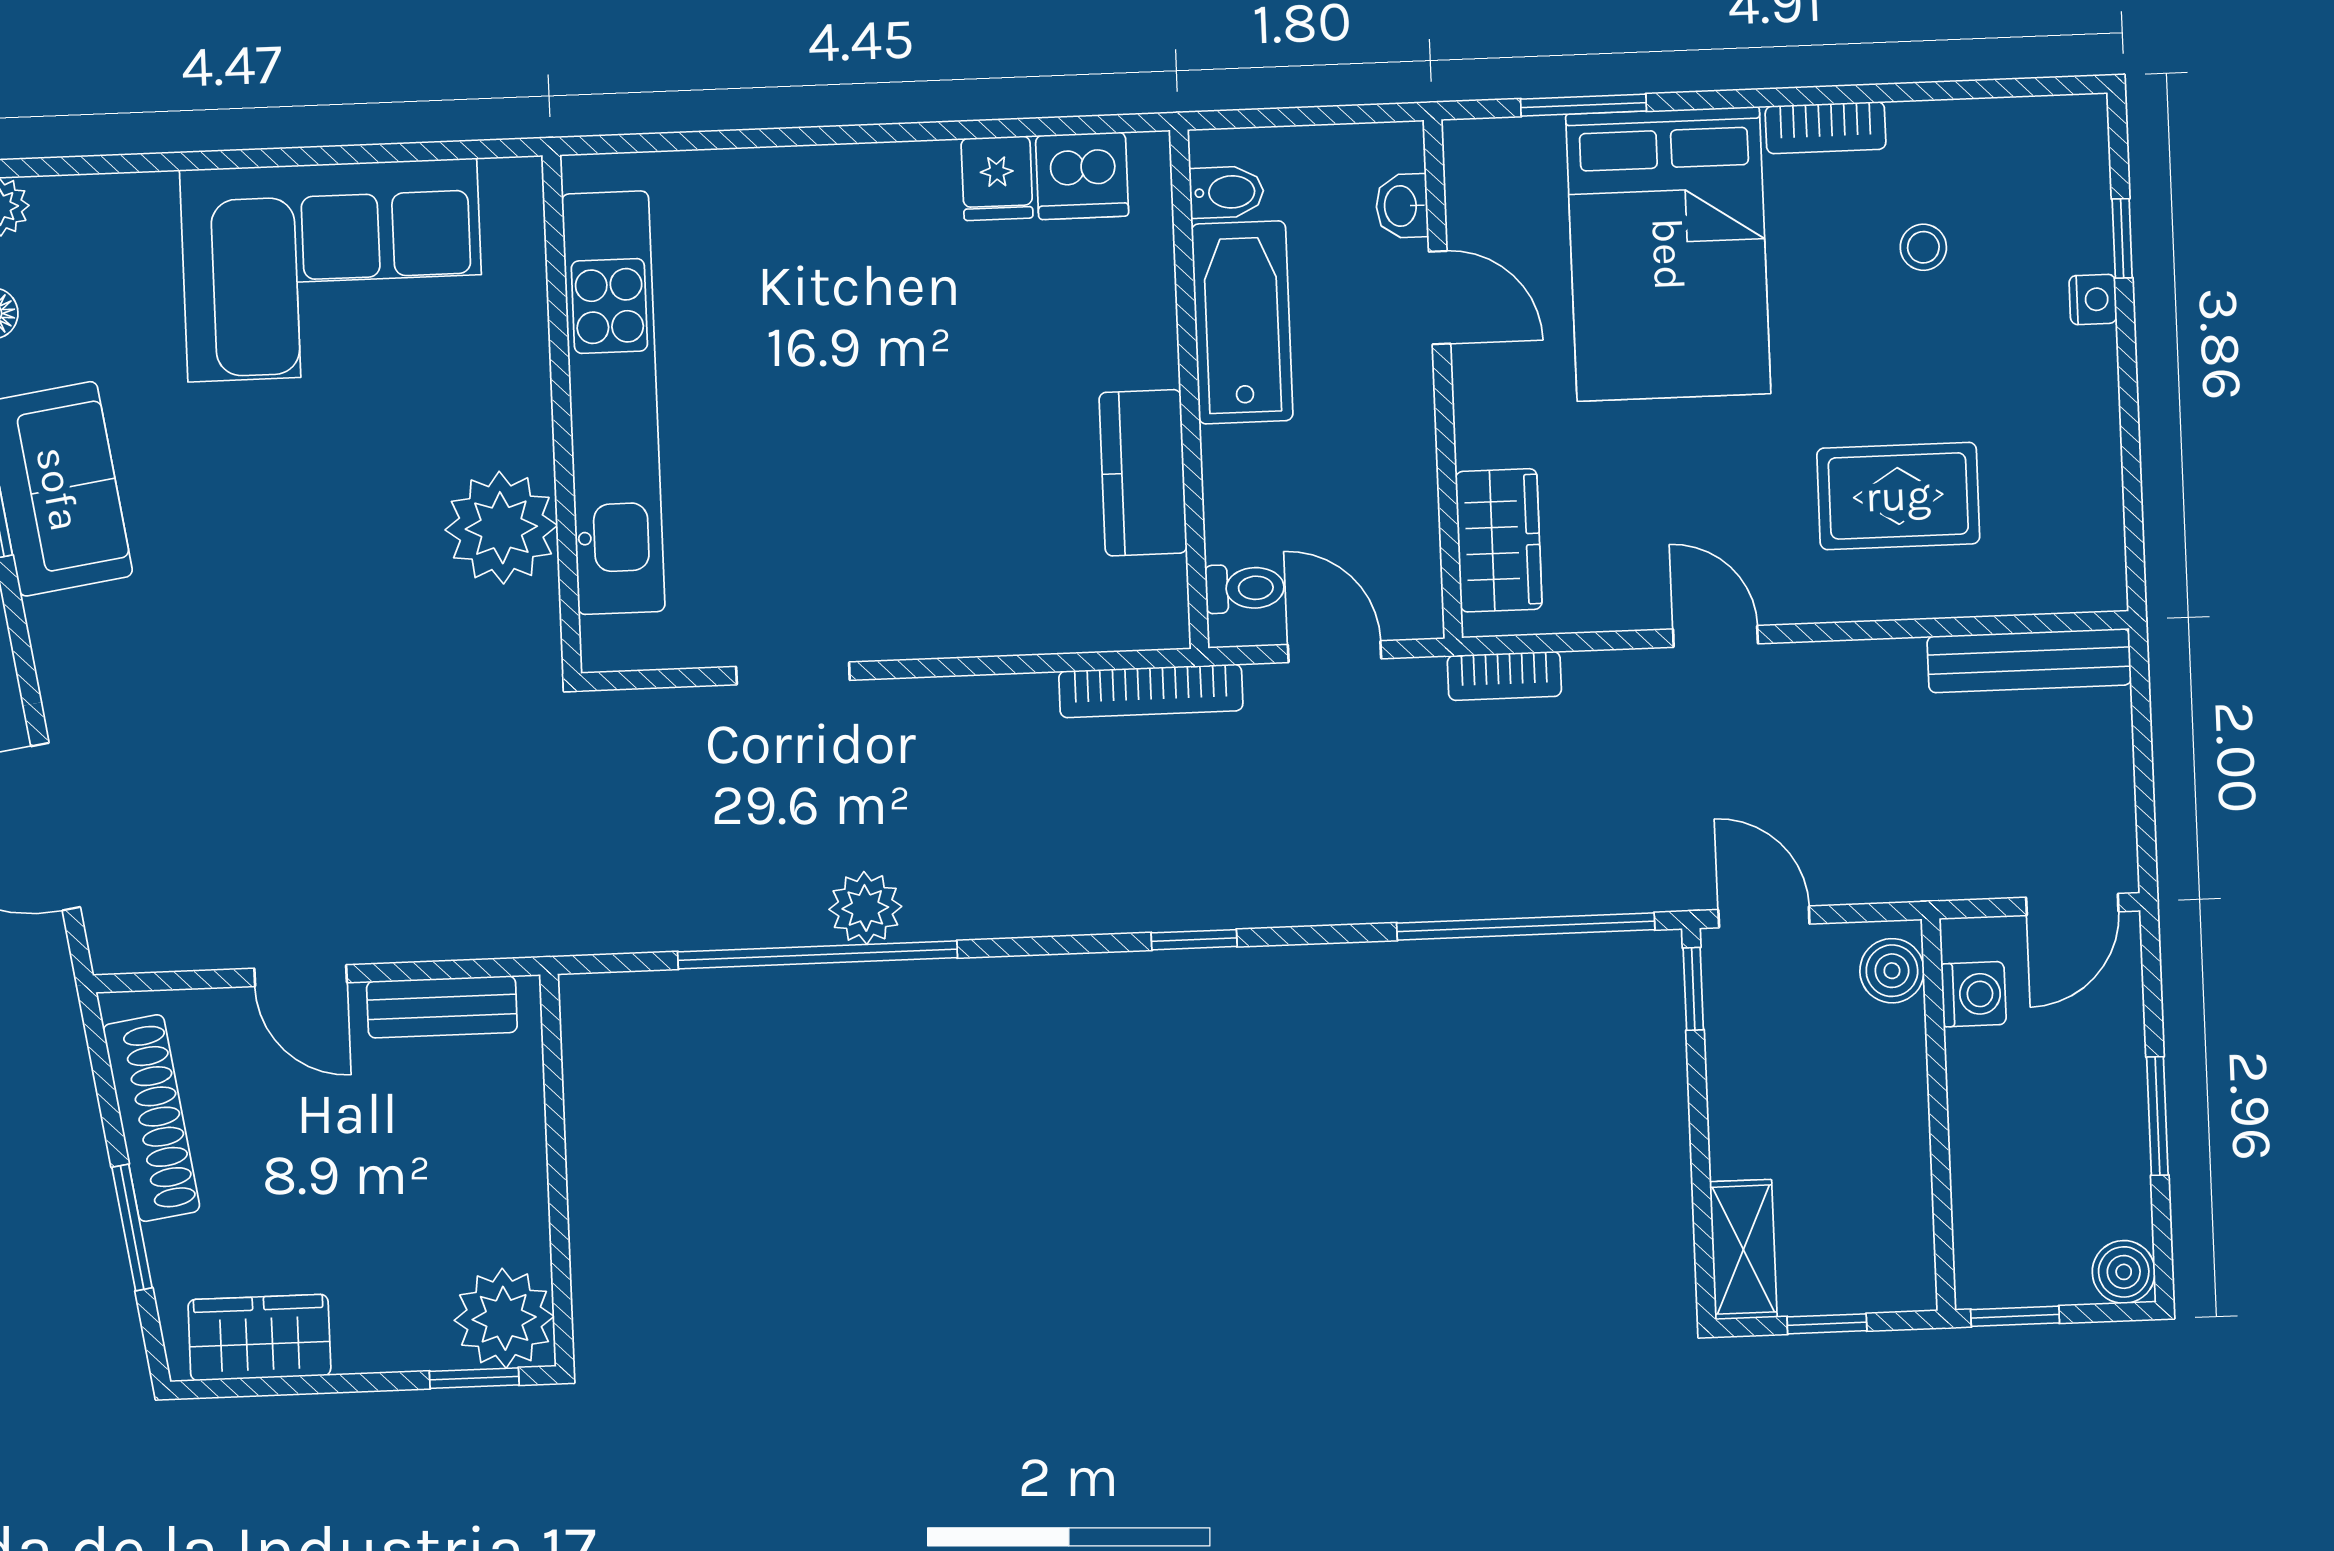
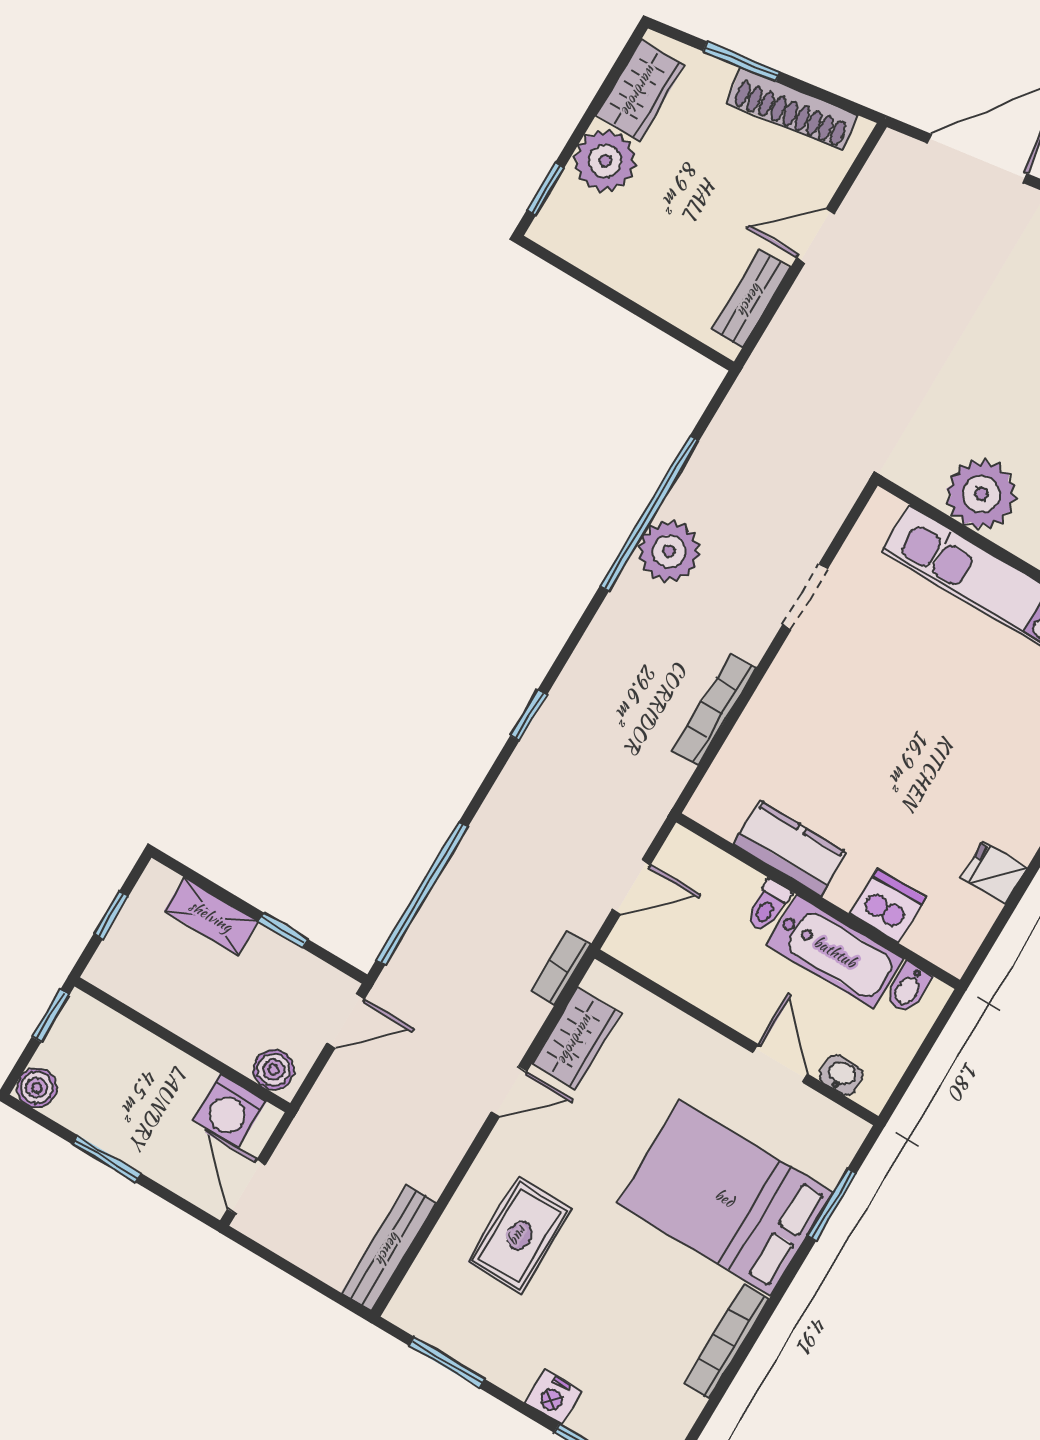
bookcase: (1826, 128) -> (726, 1341), width x1.56
dishwasher: (1082, 176) -> (888, 906), moved, turned 90
stool: (1923, 247) -> (641, 1334), removed
door: (1440, 298) -> (780, 1063), swing flipped
nightstand: (2093, 299) -> (553, 1397), width x1.39, depth x1.35
window: (2132, 482) -> (447, 1362), added
wardrobe: (1499, 540) -> (577, 1039), moved, turned -90
toilet: (1245, 588) -> (768, 906), moved
bookcase: (1151, 691) -> (714, 709), moved
plant: (865, 908) -> (669, 551), width x1.36, depth x1.36
window: (1693, 989) -> (283, 930), moved
washing machine: (1974, 994) -> (229, 1111), width x1.38, depth x1.38
shelving: (1743, 1250) -> (211, 916), moved
plant: (504, 1318) -> (605, 161), moved

